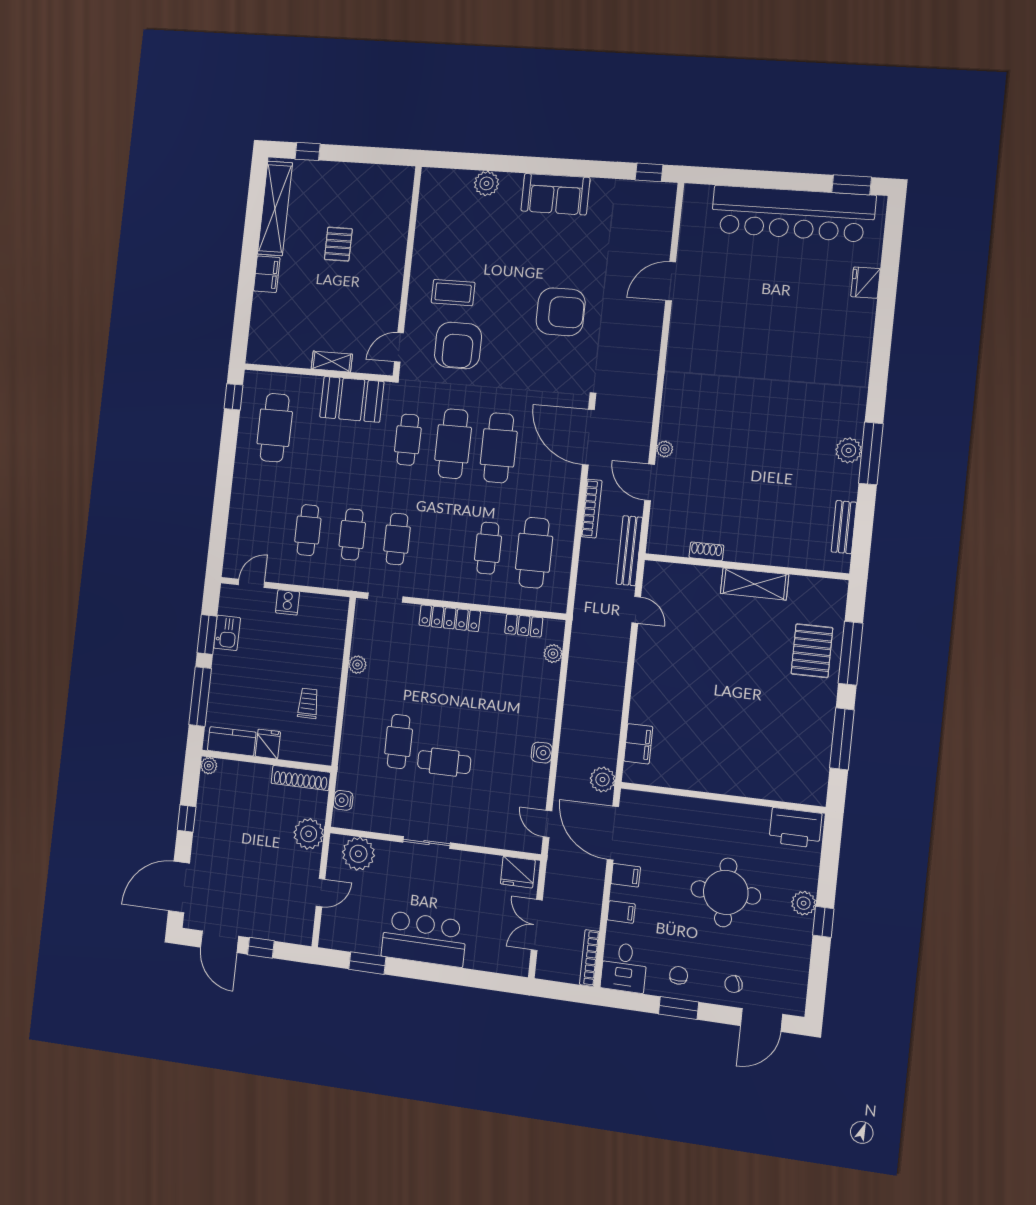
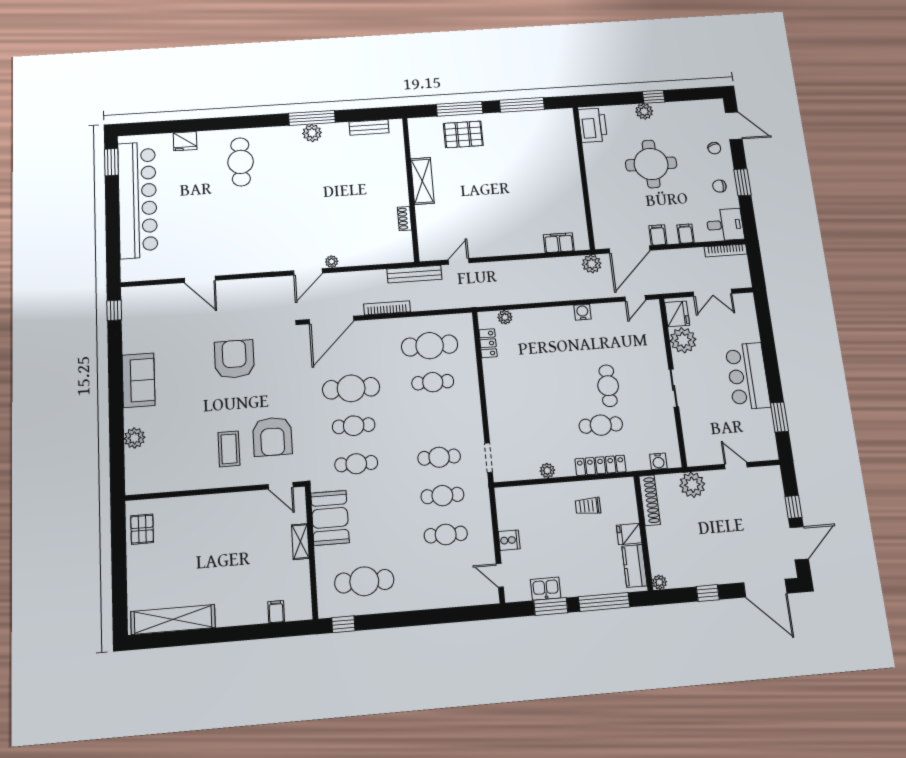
window: (308, 151) -> (120, 600), removed
pallet: (338, 244) -> (142, 529), moved, turned 90
filing cabinet: (267, 274) -> (276, 612), moved, width x0.50
armchair: (458, 346) -> (272, 437), turned 90
cafe table: (823, 351) -> (241, 162), added
cafe table: (453, 444) -> (354, 426), width x0.73, depth x0.74
door: (650, 482) -> (308, 272), moved
locker: (450, 618) -> (601, 465), moved, turned -90
plant: (358, 854) -> (683, 340), moved

